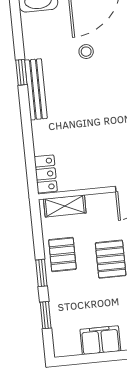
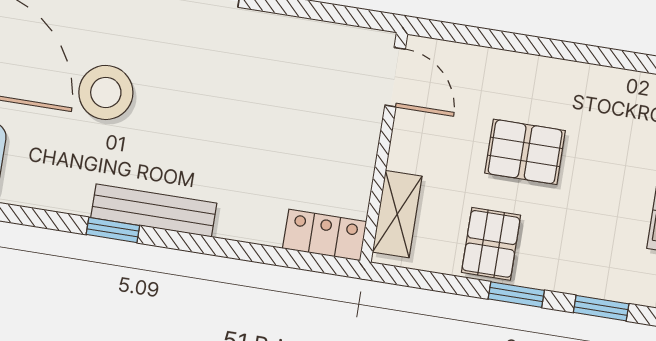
stool: (86, 52) -> (106, 92), width x1.89, depth x1.89
pallet: (62, 255) -> (491, 244), turned 90

